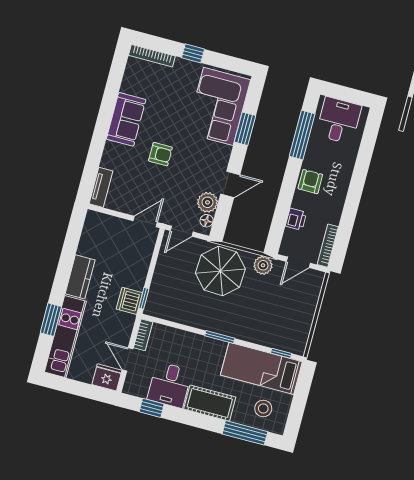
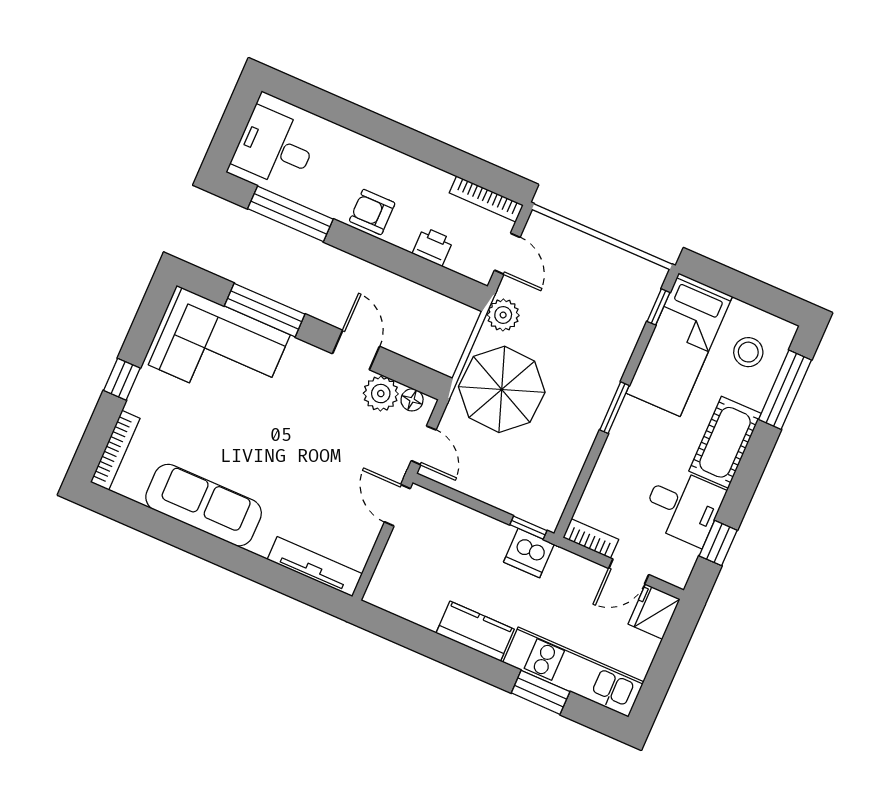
sofa: (126, 119) -> (204, 505), width x1.36
window: (245, 129) -> (265, 310), width x1.44
armchair: (160, 154) -> (286, 461), removed
tv unit: (101, 187) -> (315, 567), width x1.41

